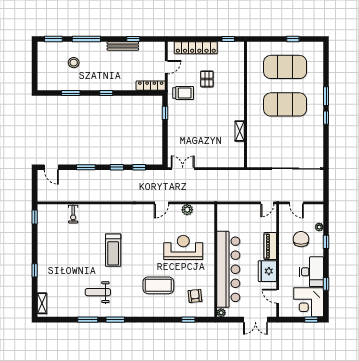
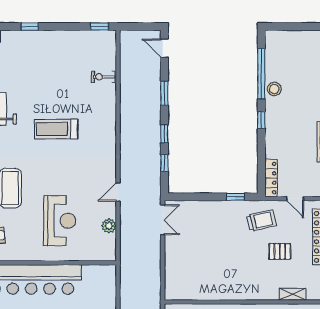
stool: (74, 63) -> (274, 89), moved
window: (71, 93) -> (261, 74), width x2.11
trolley: (183, 93) -> (261, 220), turned -103
shelving: (240, 131) -> (293, 294), moved
door: (51, 167) -> (164, 48), hinge flipped
door: (161, 203) -> (118, 192), hinge flipped

